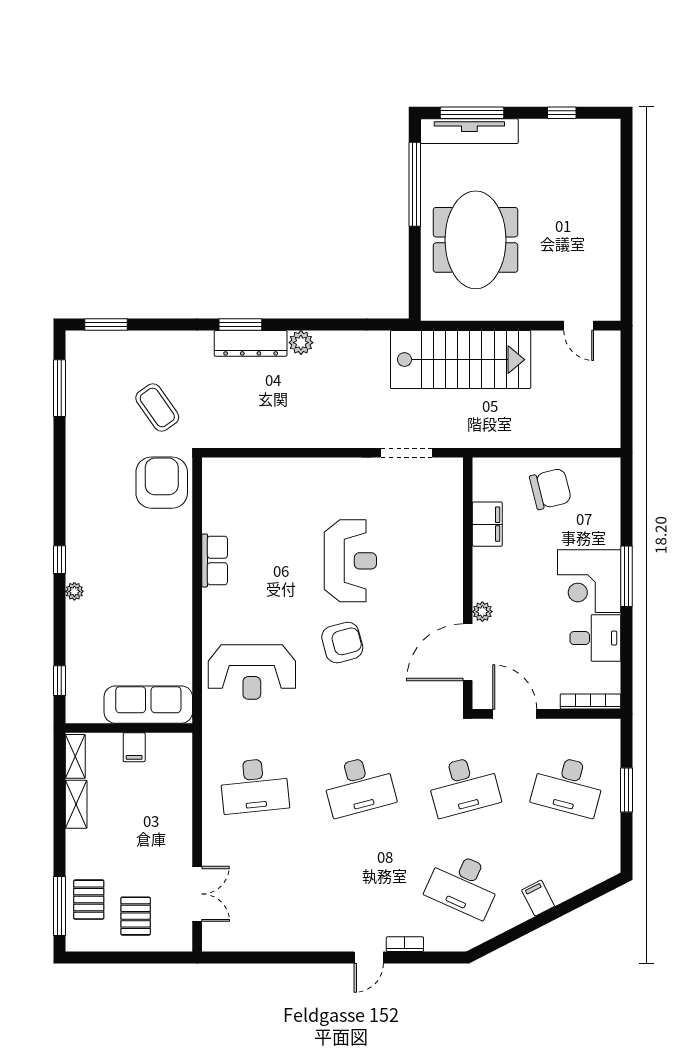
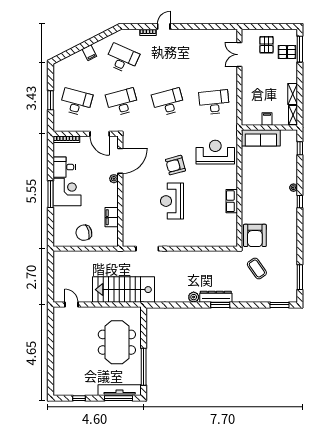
pallet: (89, 900) -> (287, 52), turned 90

